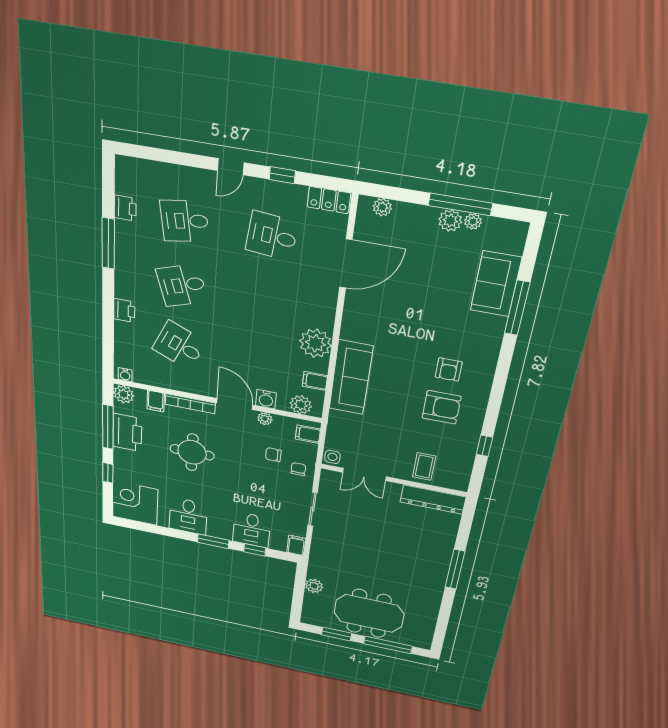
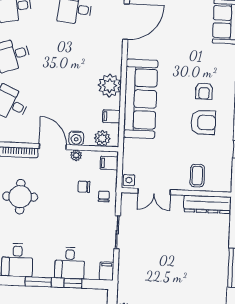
sofa: (351, 377) -> (141, 99), width x1.36, depth x1.27

